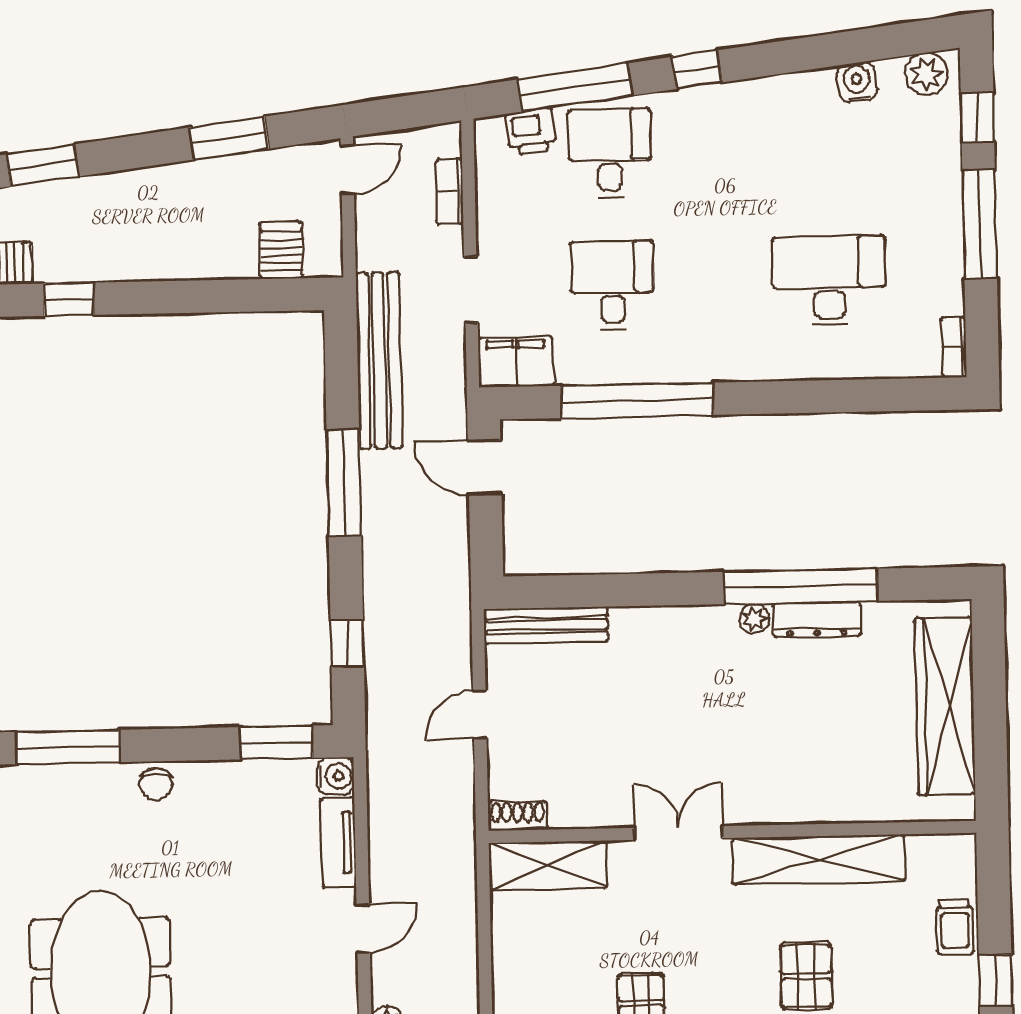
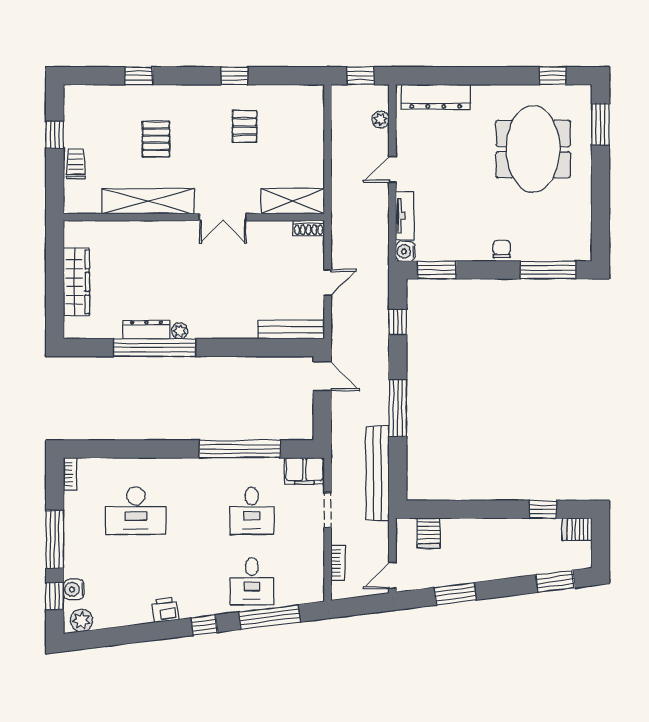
water cooler: (857, 82) -> (74, 589), moved, turned 97
printer: (531, 132) -> (165, 610), moved
door: (485, 467) -> (322, 376), moved
wardrobe: (945, 706) -> (76, 282), width x0.71, depth x0.85

